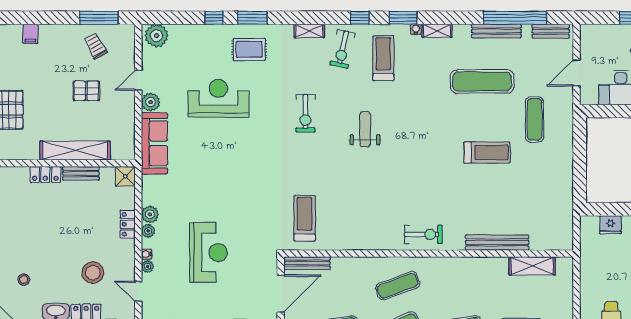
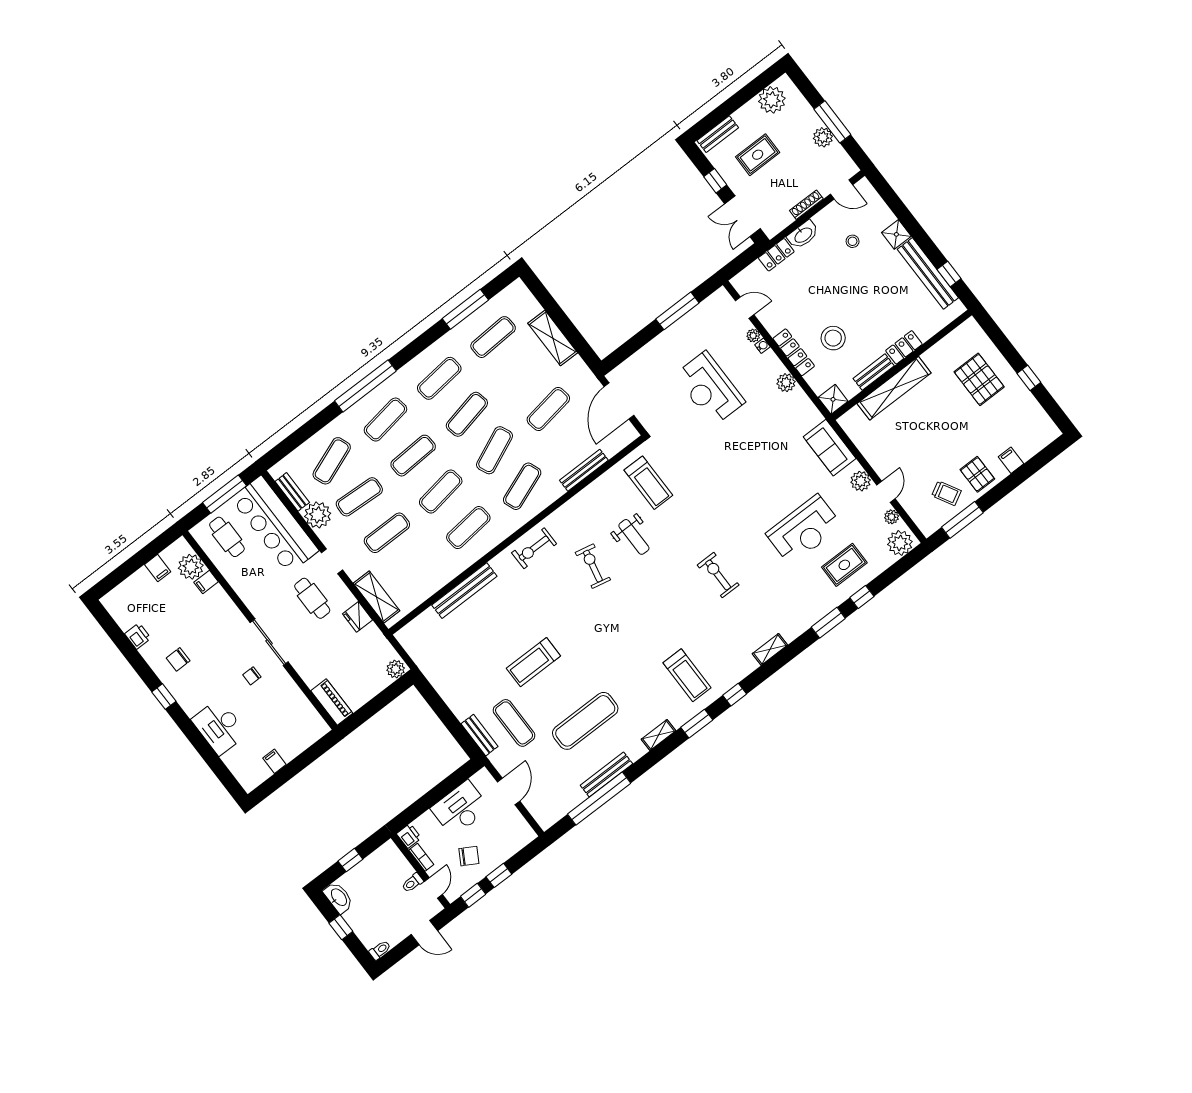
water cooler: (416, 29) -> (678, 722), removed
bench: (551, 31) -> (480, 735), moved, turned 90
rug: (249, 49) -> (844, 565), moved
exercise bike: (343, 49) -> (593, 566), moved
pallet: (86, 91) -> (977, 474), moved, turned 90
weight bench: (365, 129) -> (634, 537), moved
sofa: (155, 143) -> (830, 448), width x0.73
locker: (128, 224) -> (794, 352), width x1.53
plant: (590, 224) -> (396, 669), added
fridge: (610, 225) -> (358, 617), moved, turned -90
plant: (148, 231) -> (892, 517), moved
bench: (307, 263) -> (584, 470), moved
shelving: (532, 266) -> (377, 597), moved, turned 90
stool: (93, 273) -> (833, 338), moved
exercise mat: (459, 286) -> (468, 528), added

